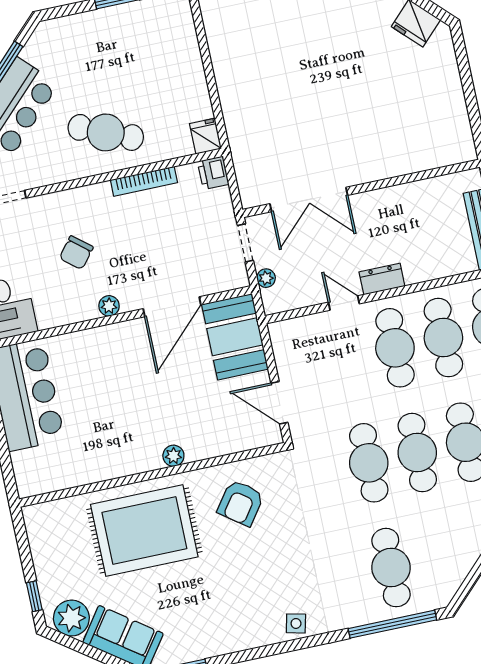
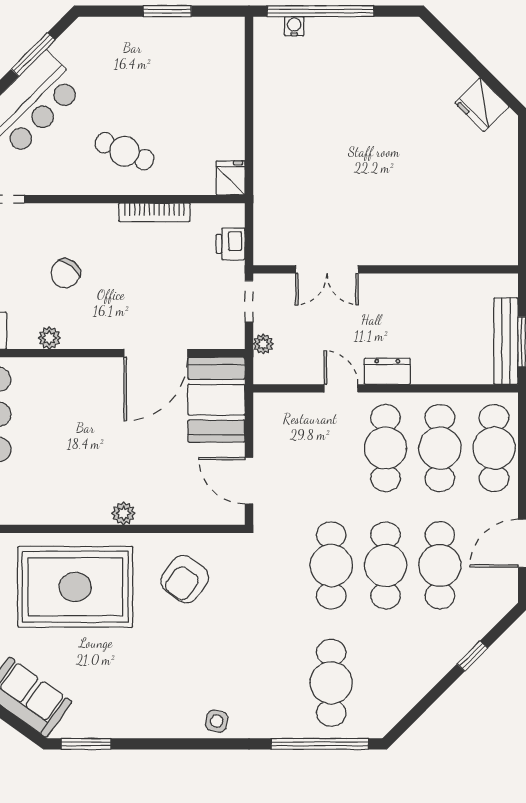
cafe table: (106, 132) -> (124, 151), width x0.73, depth x0.74
printer: (213, 173) -> (230, 244), moved
double door: (309, 199) -> (327, 269), width x0.73
plant: (109, 306) -> (49, 338), moved

